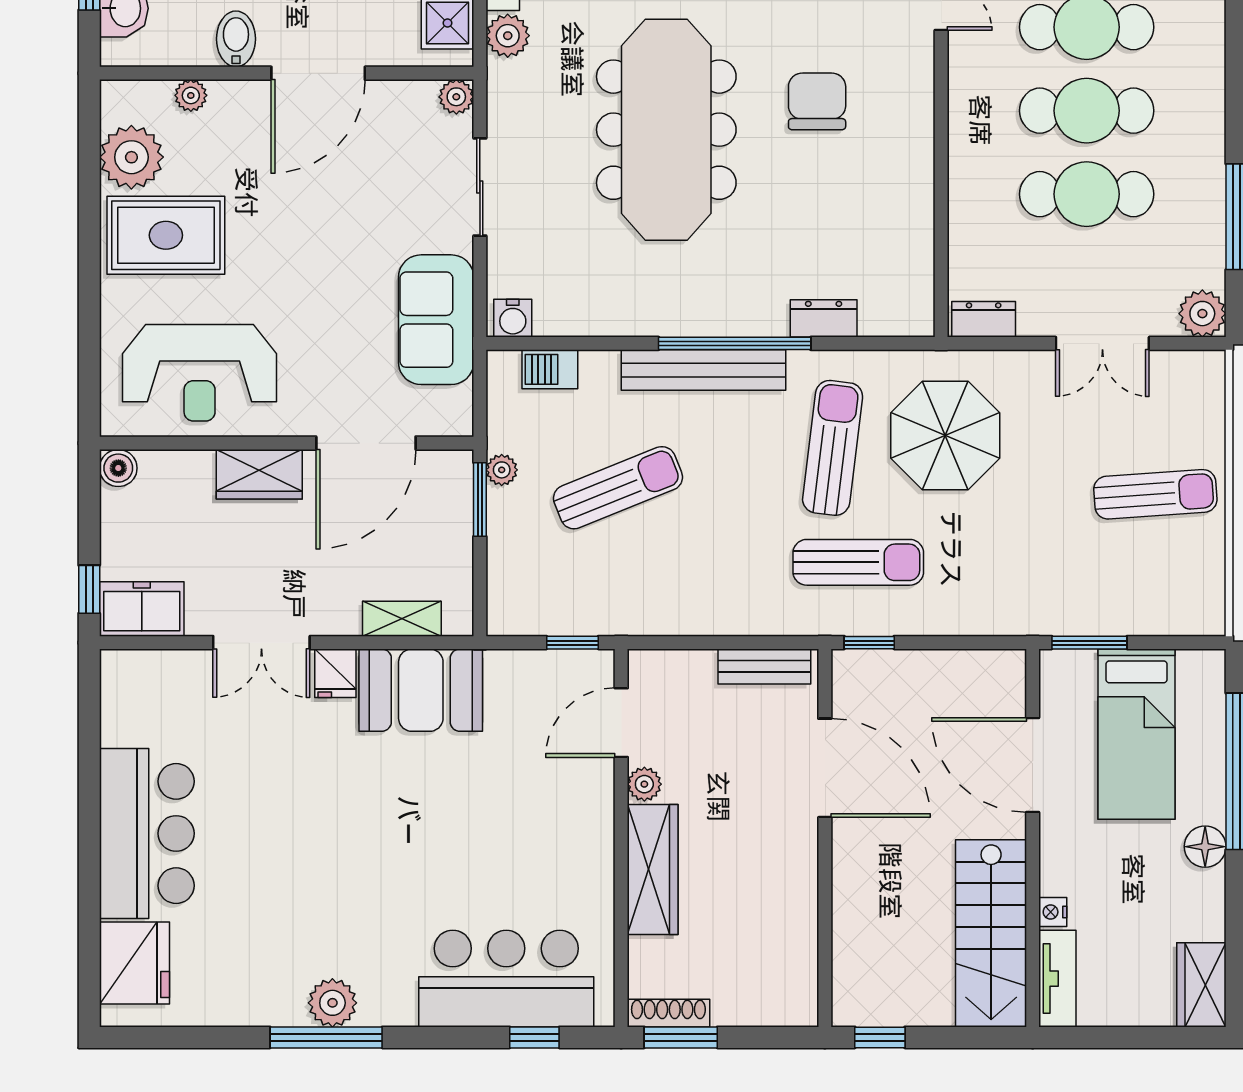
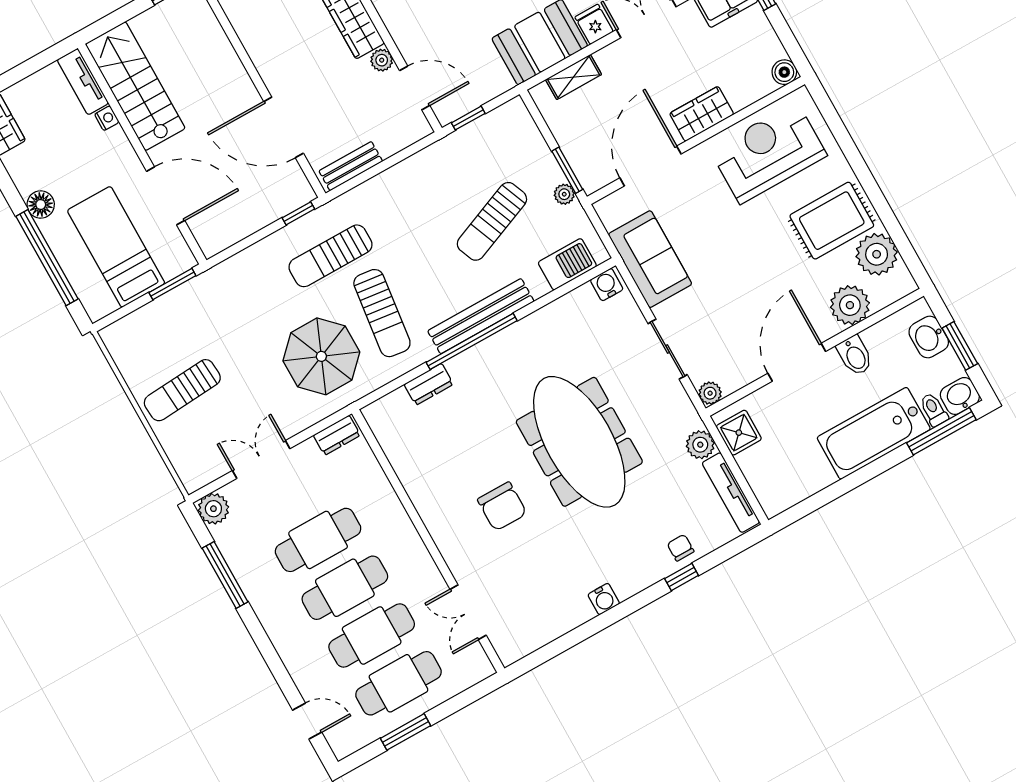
plant: (191, 95) -> (850, 305), width x1.87, depth x1.87
barbecue: (550, 369) -> (567, 264), width x1.38, depth x1.27
door: (621, 723) -> (415, 88), hinge flipped

